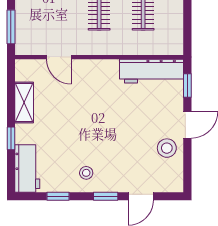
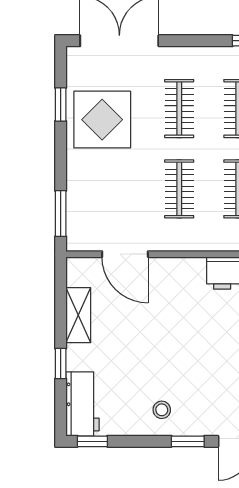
door: (59, 57) -> (125, 254), width x1.38
window: (58, 196) -> (92, 441), moved

